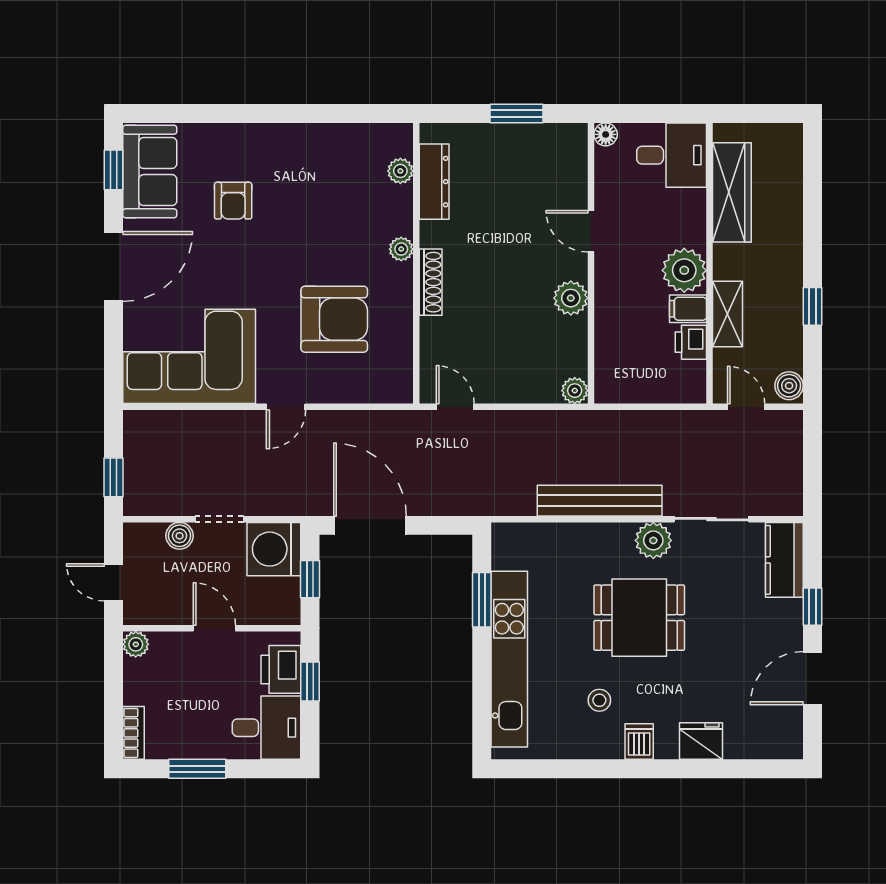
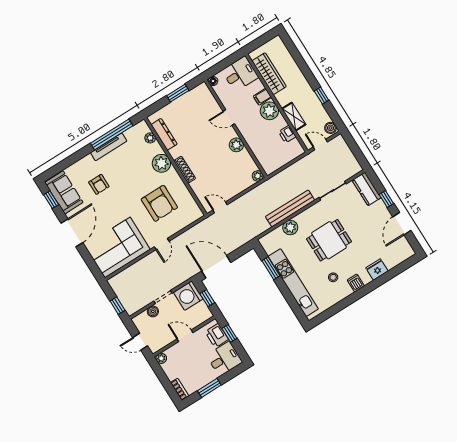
window: (325, 113) -> (112, 134), added
tv unit: (302, 135) -> (109, 147), added
plant: (401, 249) -> (161, 163), width x1.88, depth x1.88
filing cabinet: (688, 309) -> (262, 97), moved
armchair: (334, 319) -> (159, 203), turned 90
plant: (653, 540) -> (290, 227), moved

